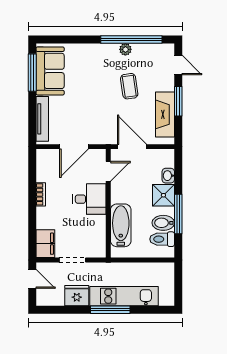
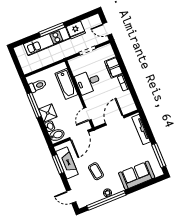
sofa: (50, 71) -> (137, 175), moved, turned 90
window: (178, 101) -> (58, 164), moved
door: (132, 147) -> (79, 135), hinge flipped
desk: (89, 199) -> (88, 82), moved
bidet: (163, 223) -> (57, 135), moved
filing cabinet: (45, 244) -> (114, 68), moved

